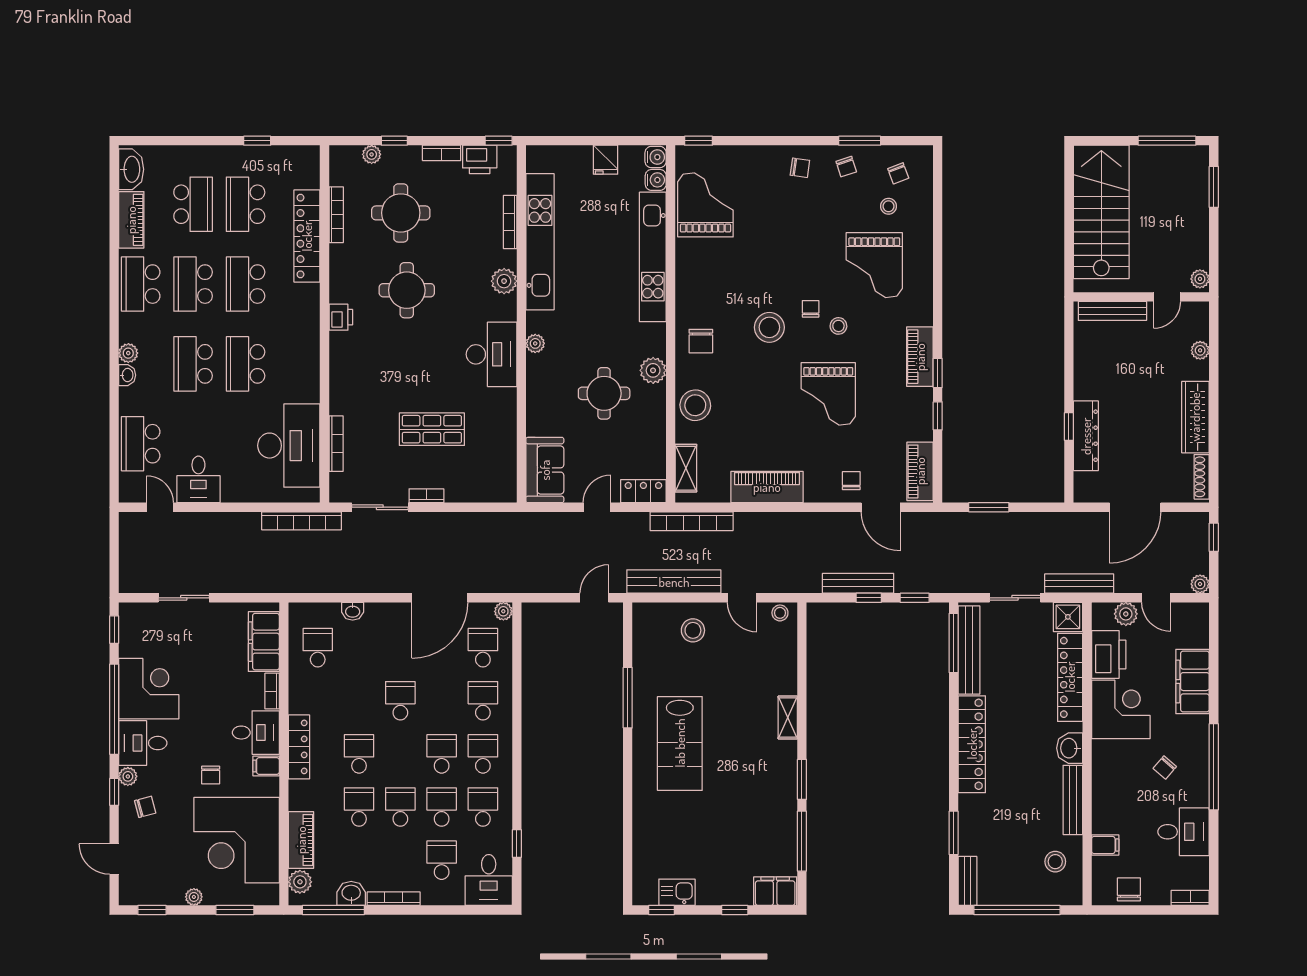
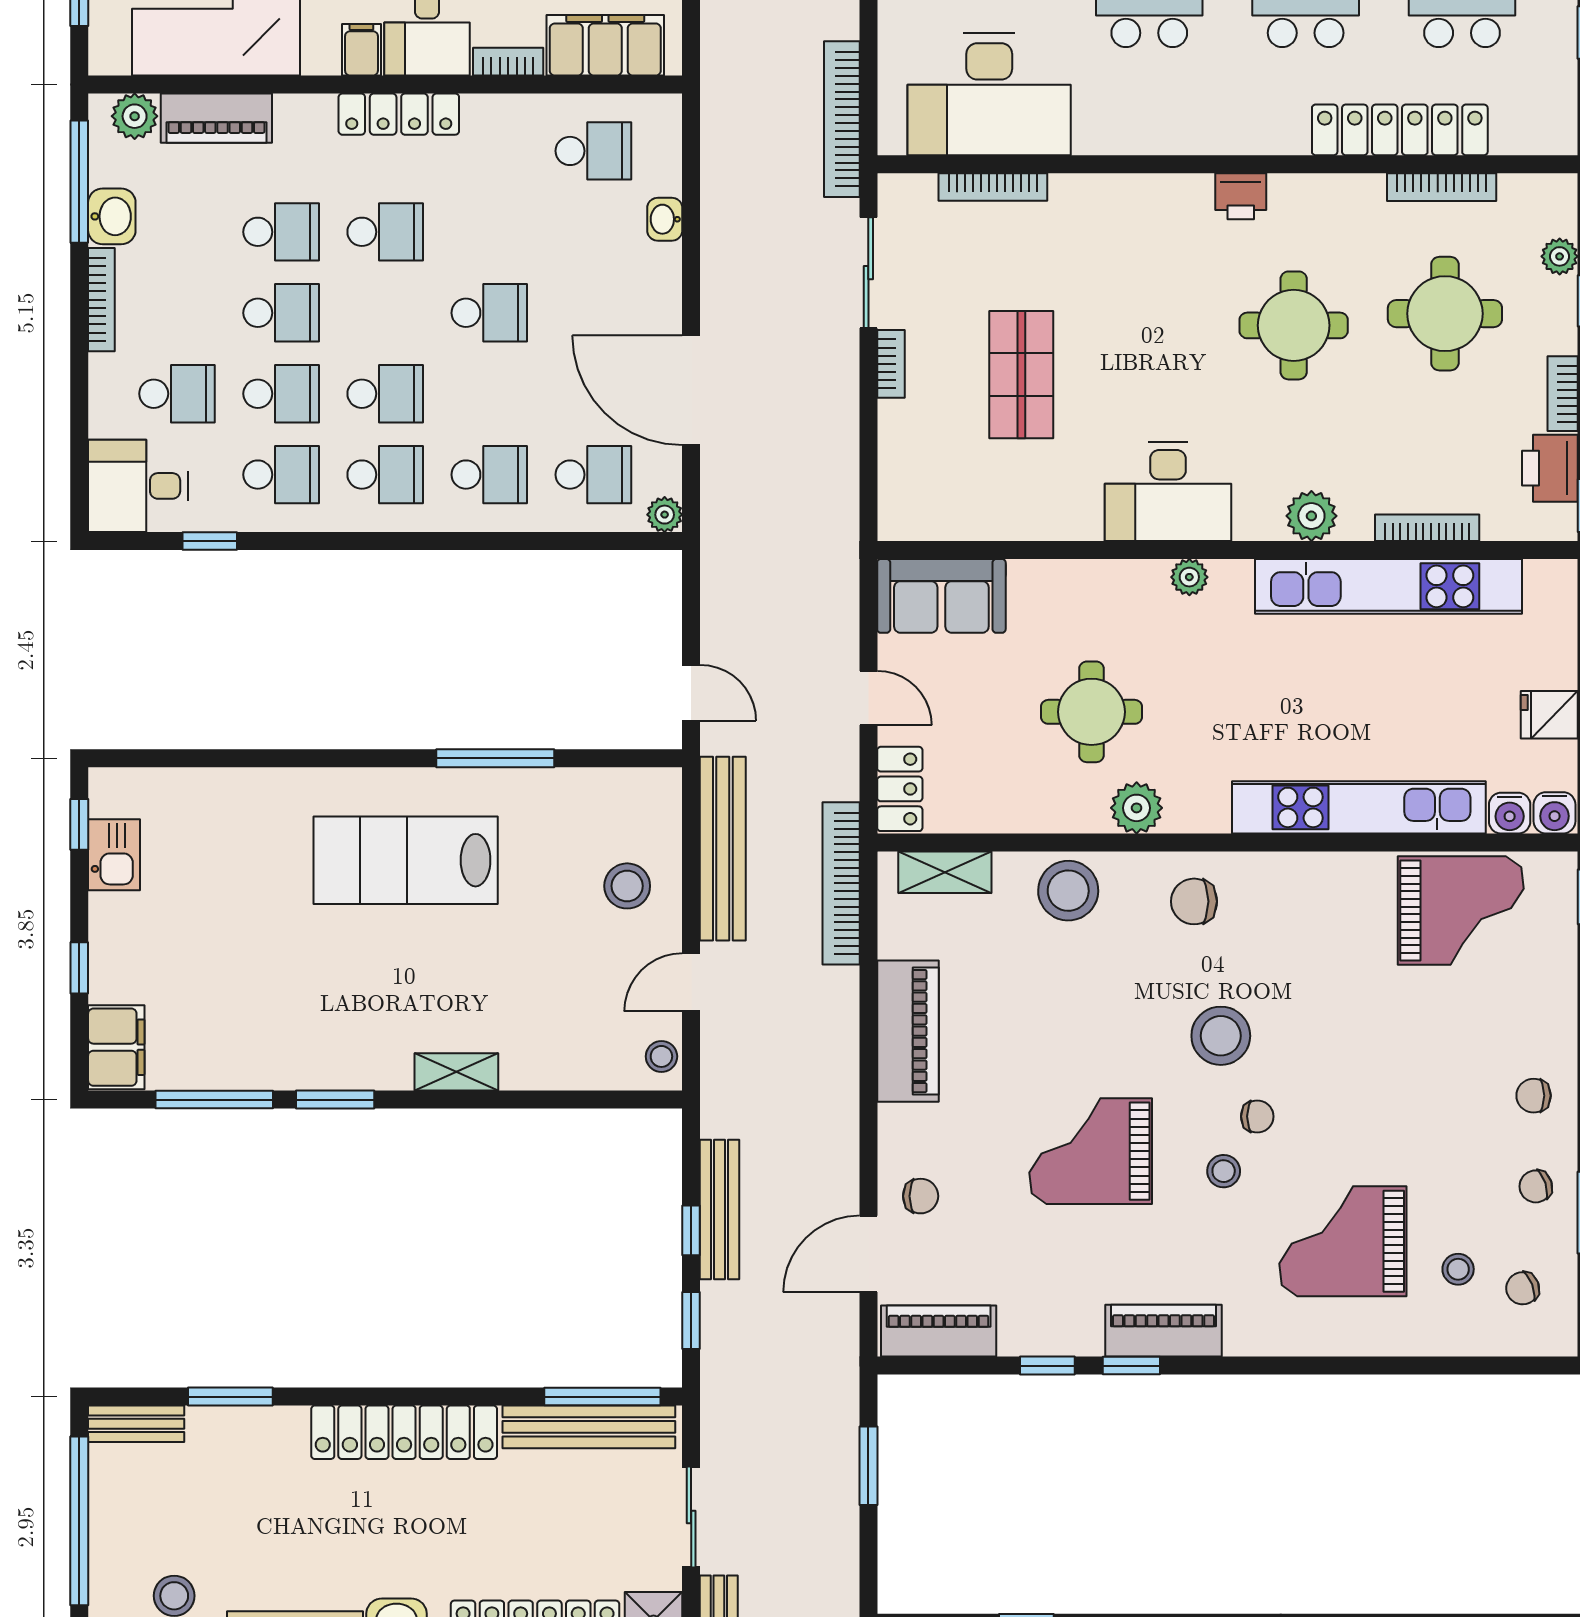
chair: (800, 168) -> (1534, 1096), turned 82

